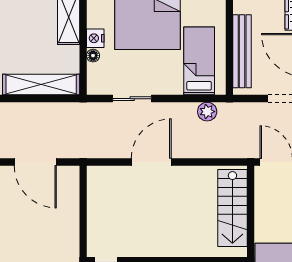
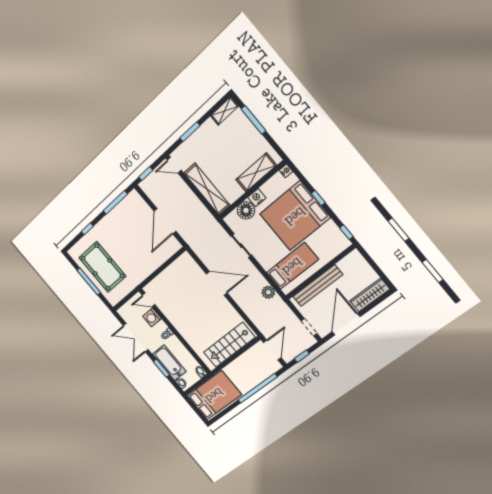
floor lamp: (93, 56) -> (246, 210), width x1.89, depth x1.89

